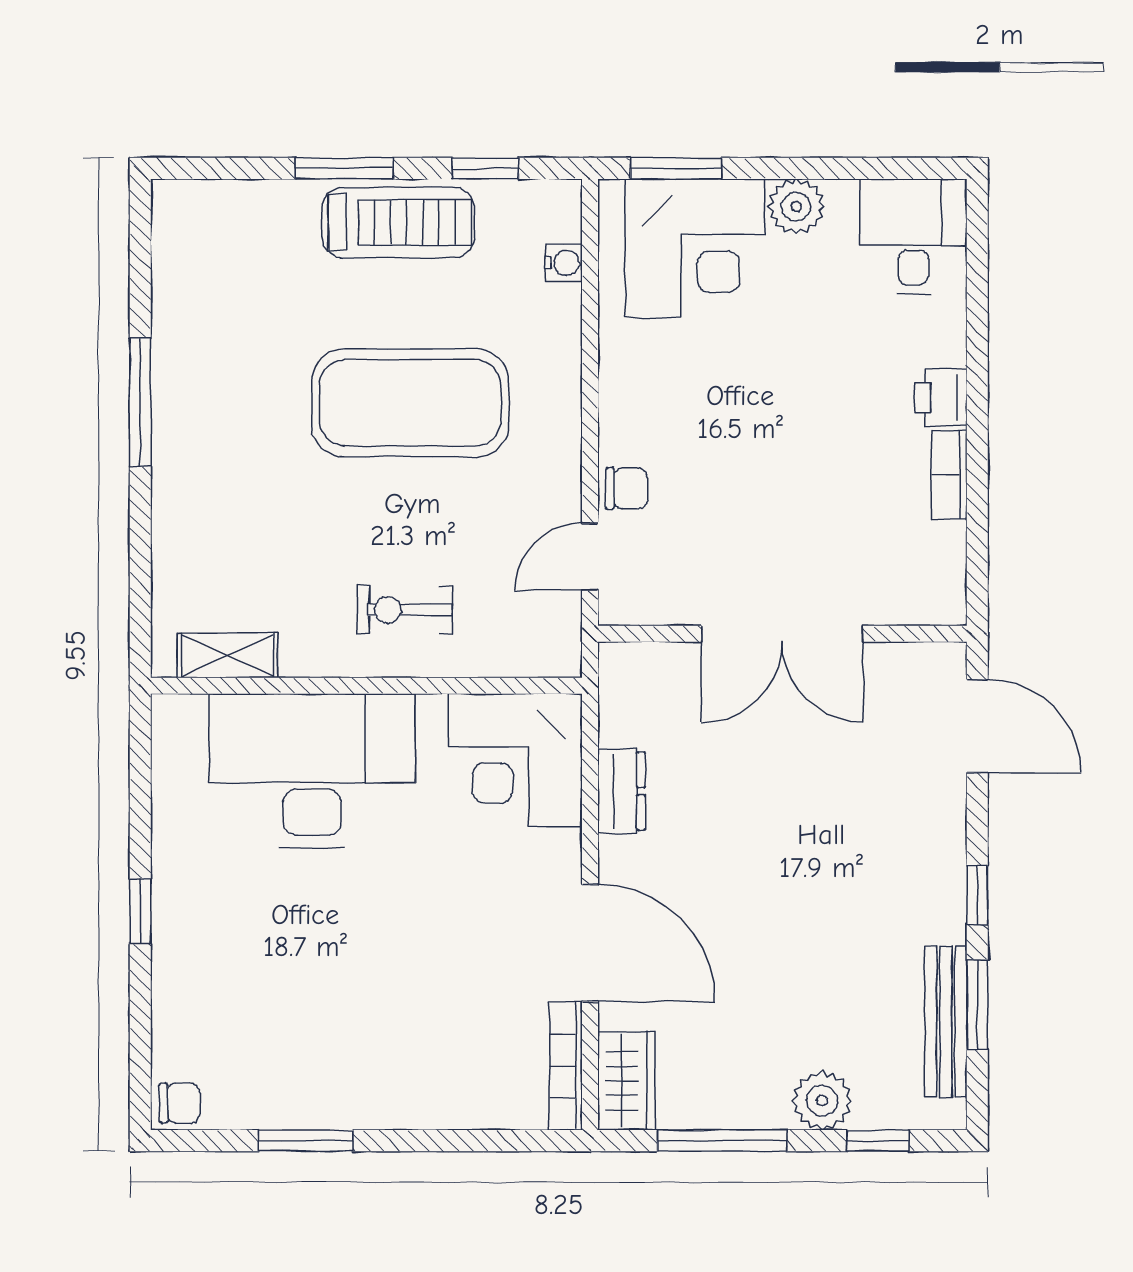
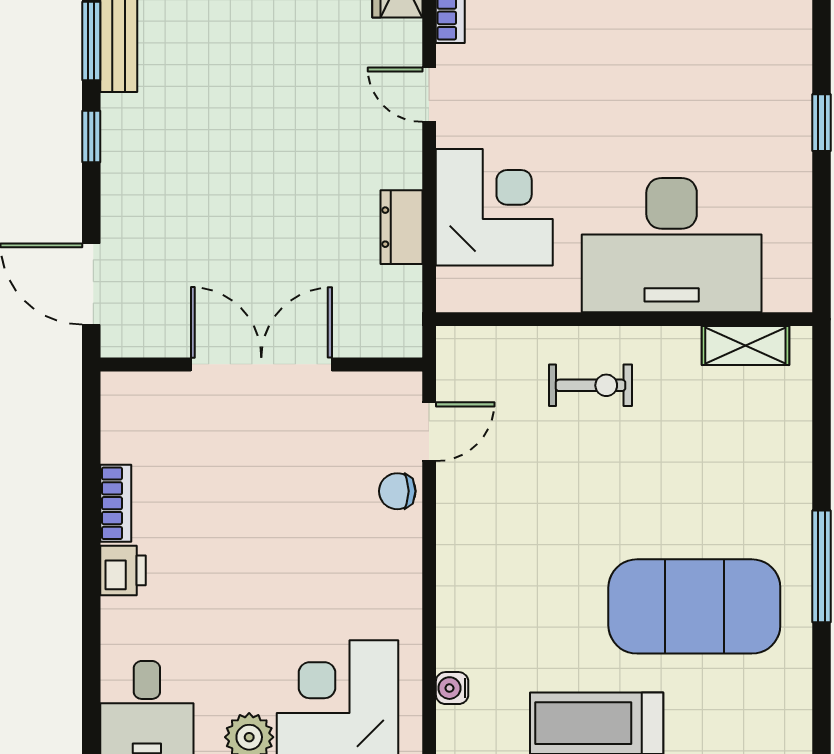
exercise mat: (410, 403) -> (694, 606), moved
corner desk: (515, 760) -> (494, 207), moved
door: (590, 943) -> (429, 95), width x0.53

